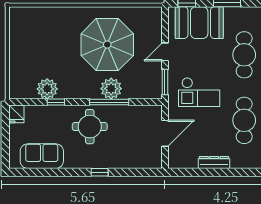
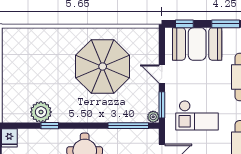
door: (165, 52) -> (162, 74), hinge flipped
plant: (111, 89) -> (153, 117), moved, width x0.53, depth x0.53
window: (109, 102) -> (128, 126), moved

